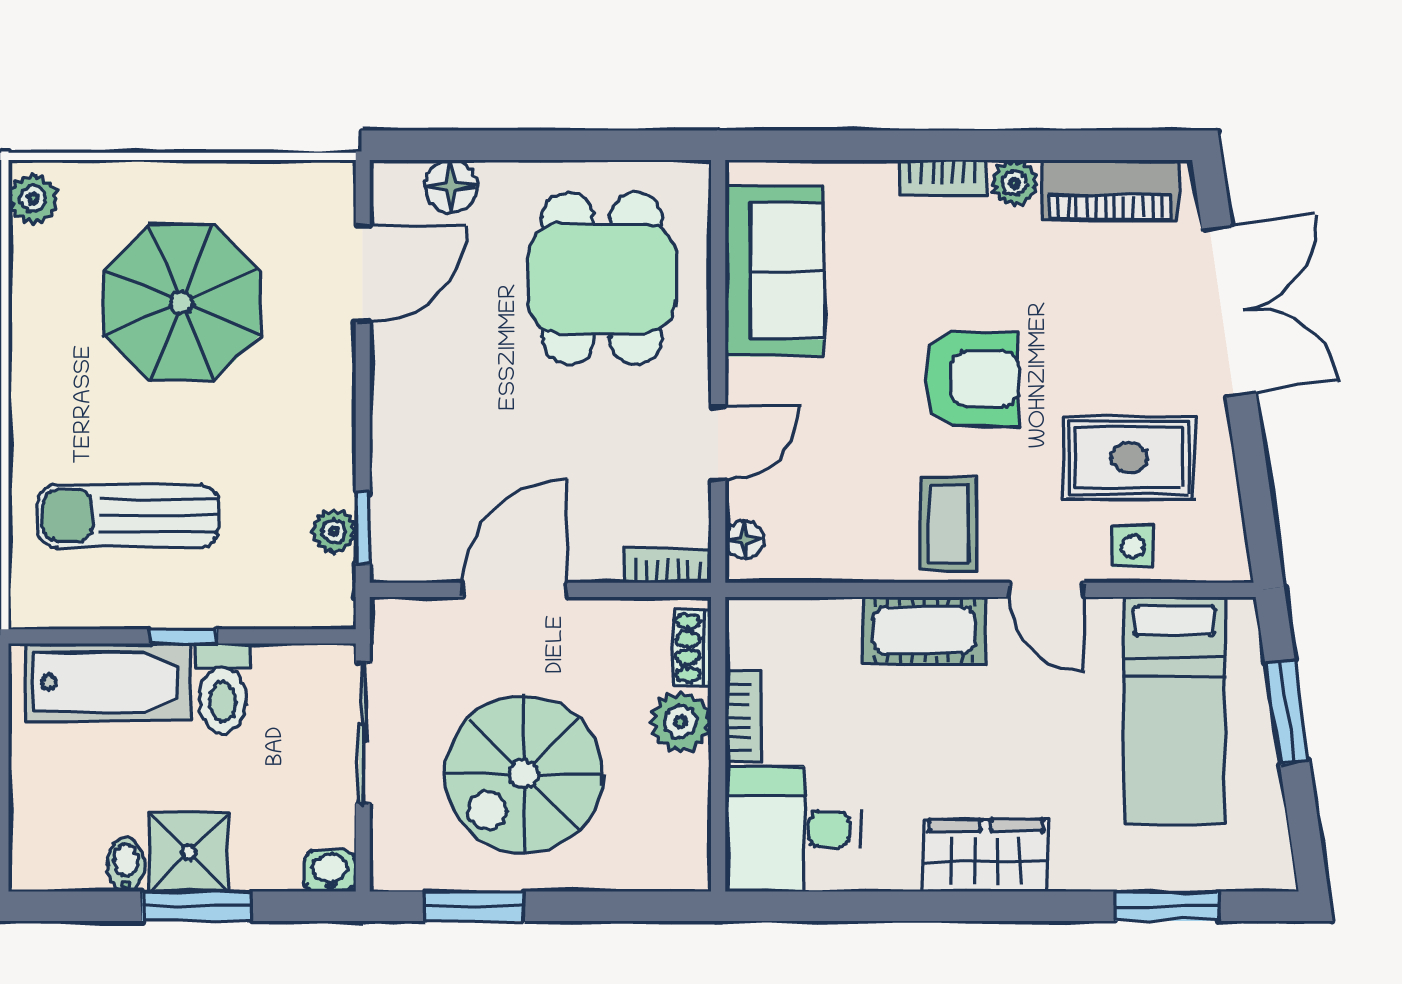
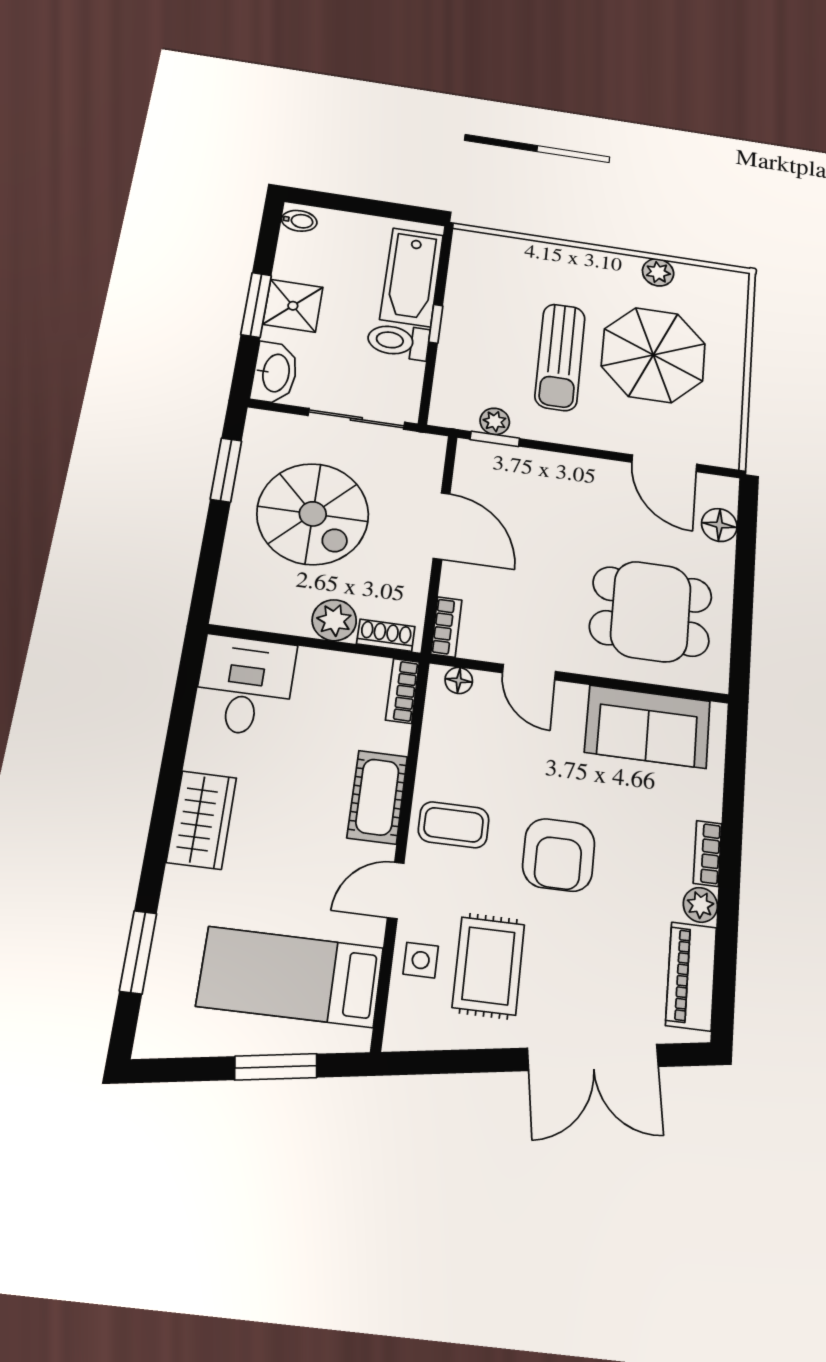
plant: (33, 199) -> (658, 272), moved
sun lounger: (128, 516) -> (560, 357), moved, turned 180
bookcase: (743, 716) -> (402, 691), moved, turned 90
spiral stairs: (524, 774) -> (313, 514), turned 180
bidet: (126, 865) -> (299, 221), moved
washbasin: (330, 871) -> (275, 373), width x1.91, depth x1.45

